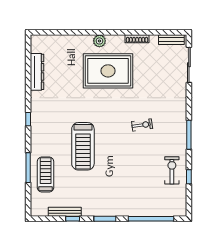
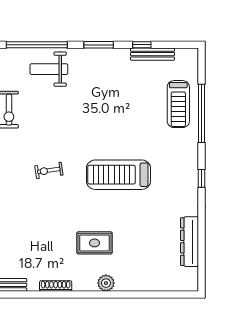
rug: (108, 71) -> (95, 243), width x0.54, depth x0.49
treadmill: (83, 146) -> (118, 175), moved, turned -90
window: (28, 168) -> (202, 113), width x1.46
weight bench: (142, 201) -> (49, 69), added

